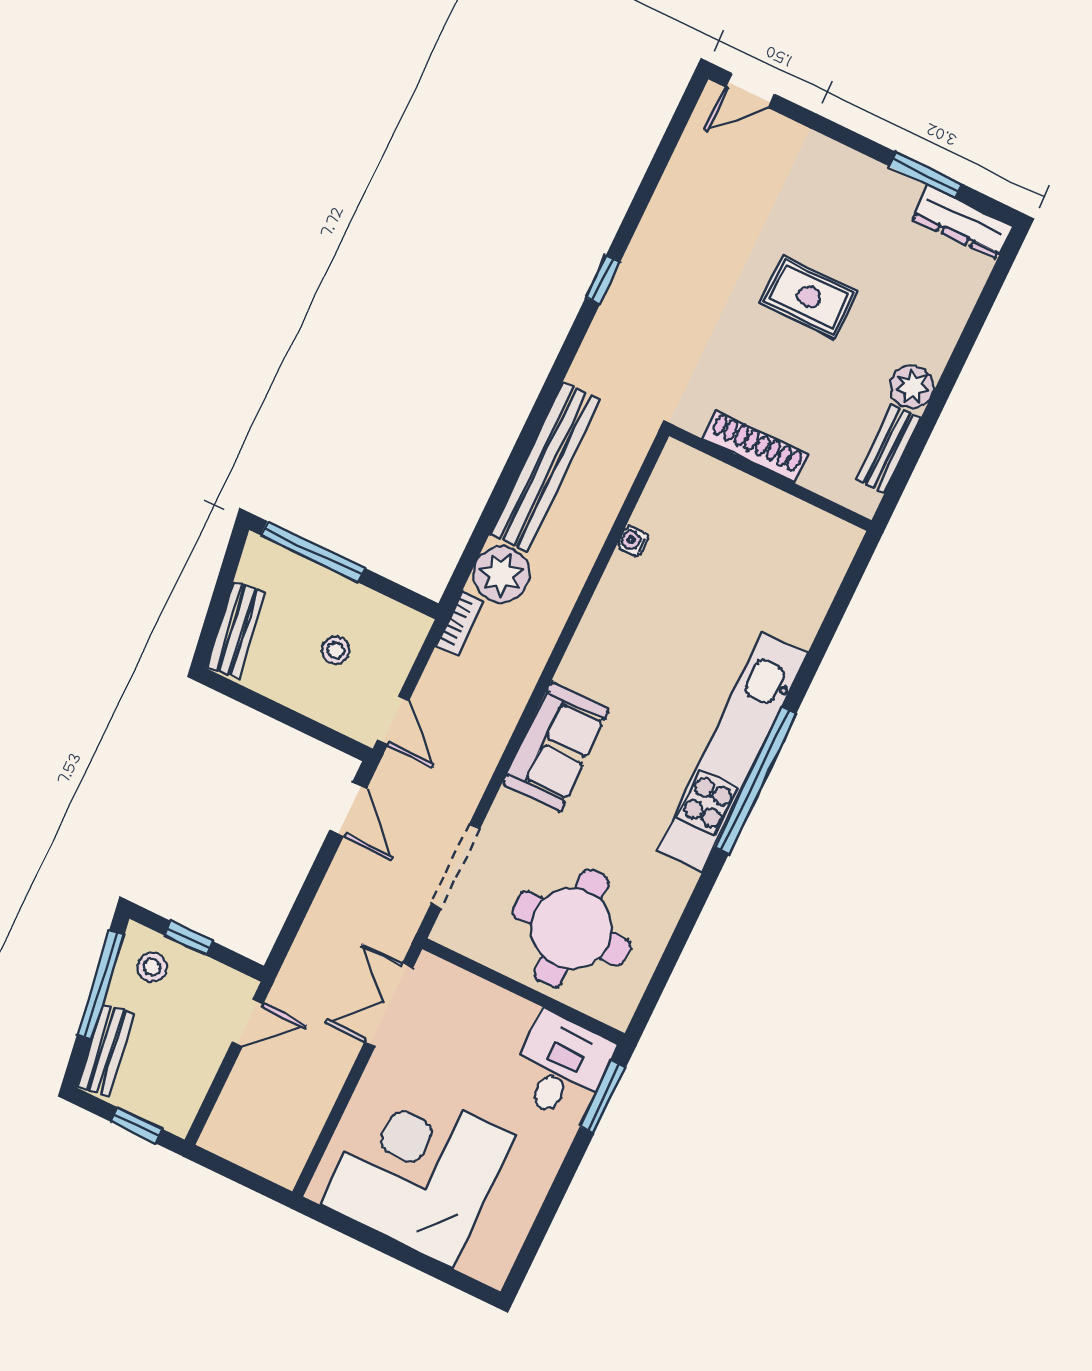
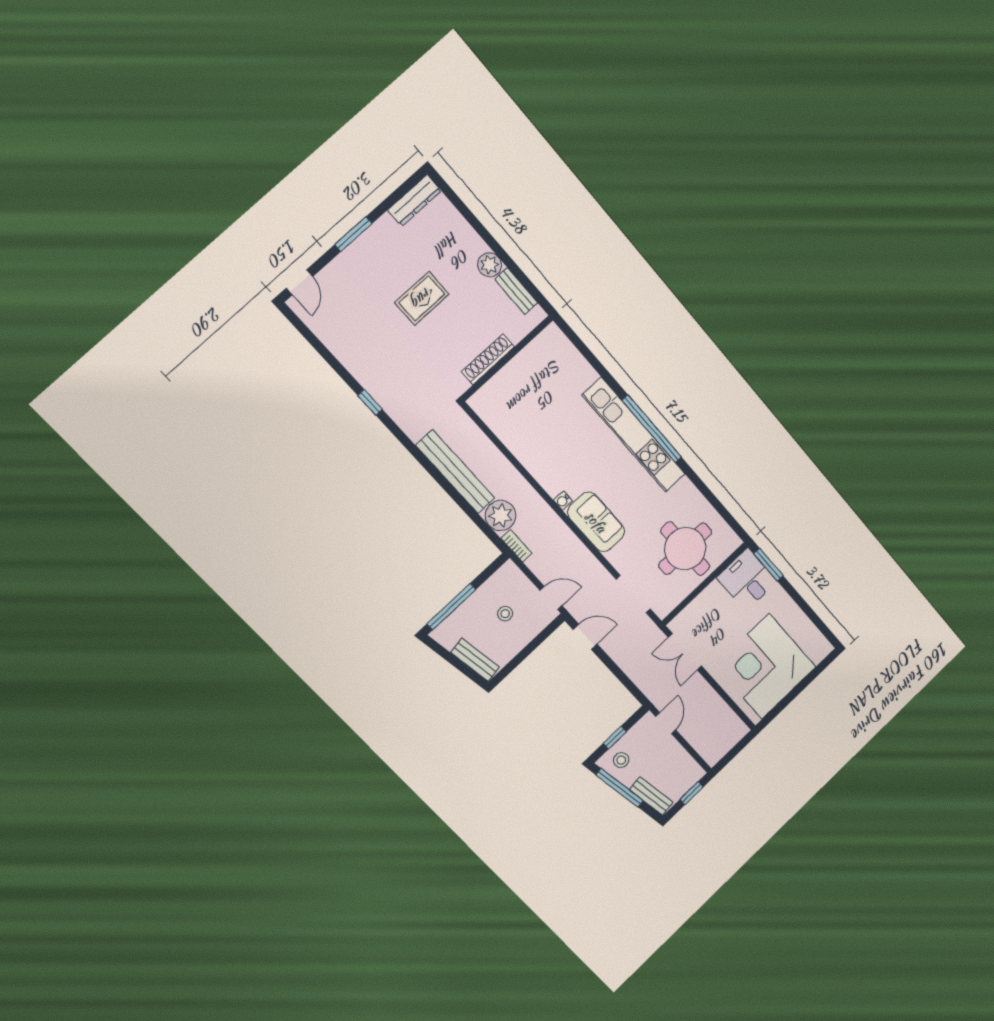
window: (926, 175) -> (353, 234), moved
water cooler: (633, 541) -> (563, 501), moved

